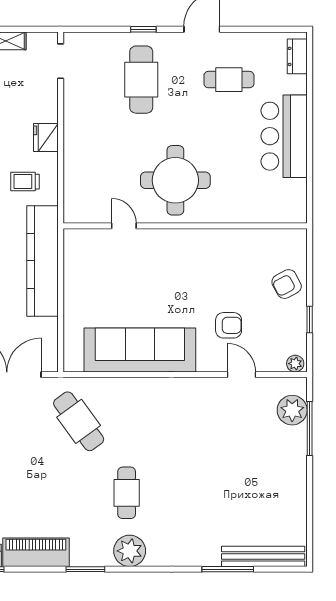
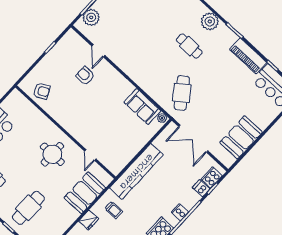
booth: (85, 169) -> (85, 193), added
round table: (175, 180) -> (52, 154), width x0.73, depth x0.73
armchair: (287, 284) -> (42, 91), moved
sofa: (140, 350) -> (142, 107), width x0.54, depth x0.79
plant: (295, 364) -> (162, 118), moved
cafe table: (127, 493) -> (189, 46), turned 90

